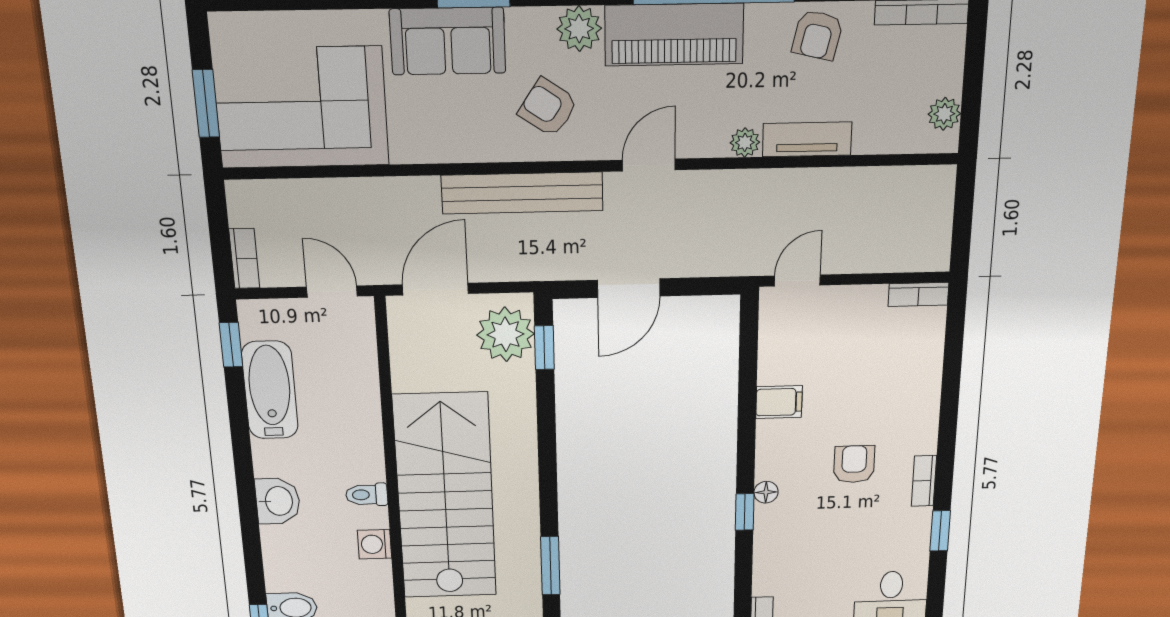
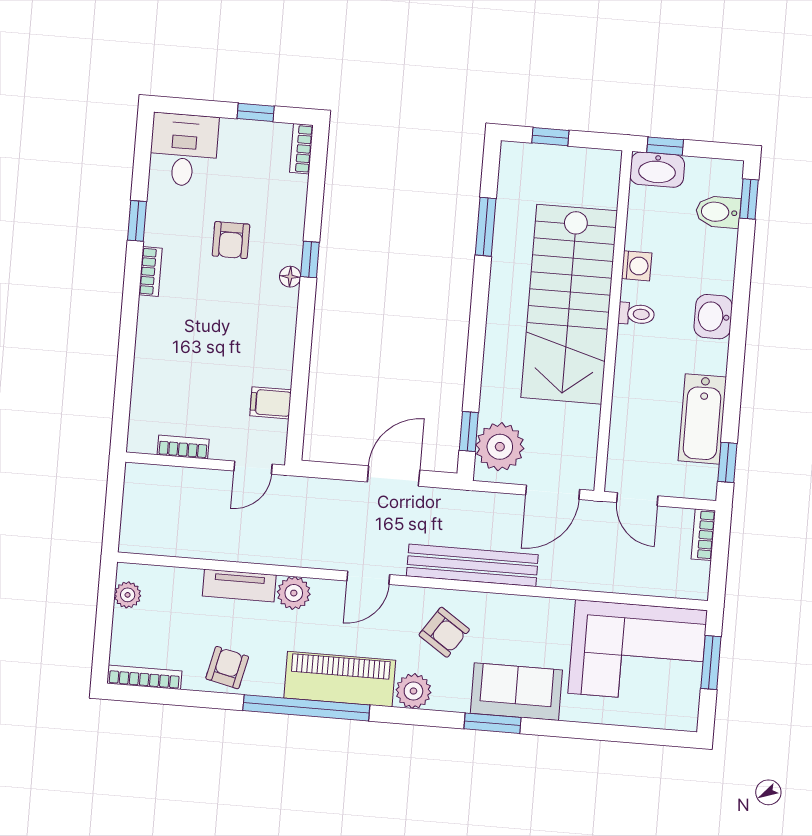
plant: (745, 142) -> (294, 593), width x1.38, depth x1.38
bookcase: (918, 294) -> (183, 447), moved
filing cabinet: (779, 402) -> (271, 403), moved
armchair: (854, 464) -> (231, 240), moved

